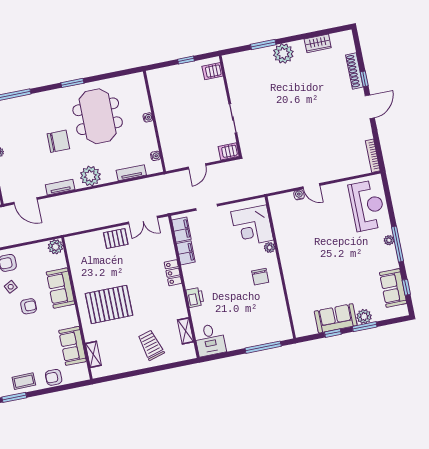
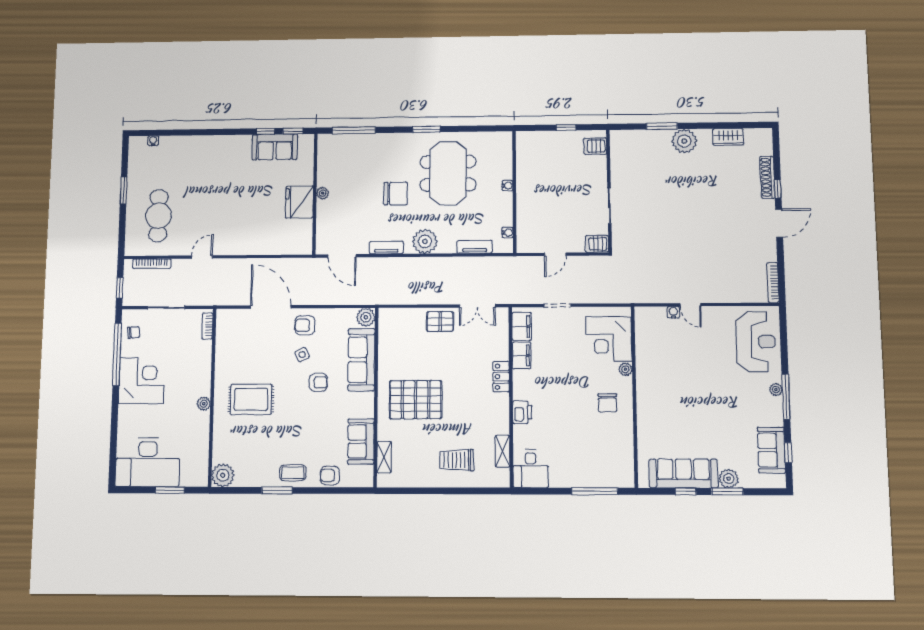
sofa: (60, 288) -> (361, 360), width x1.36
sofa: (336, 318) -> (683, 474), width x1.36
trolley: (151, 345) -> (457, 460), turned -74

